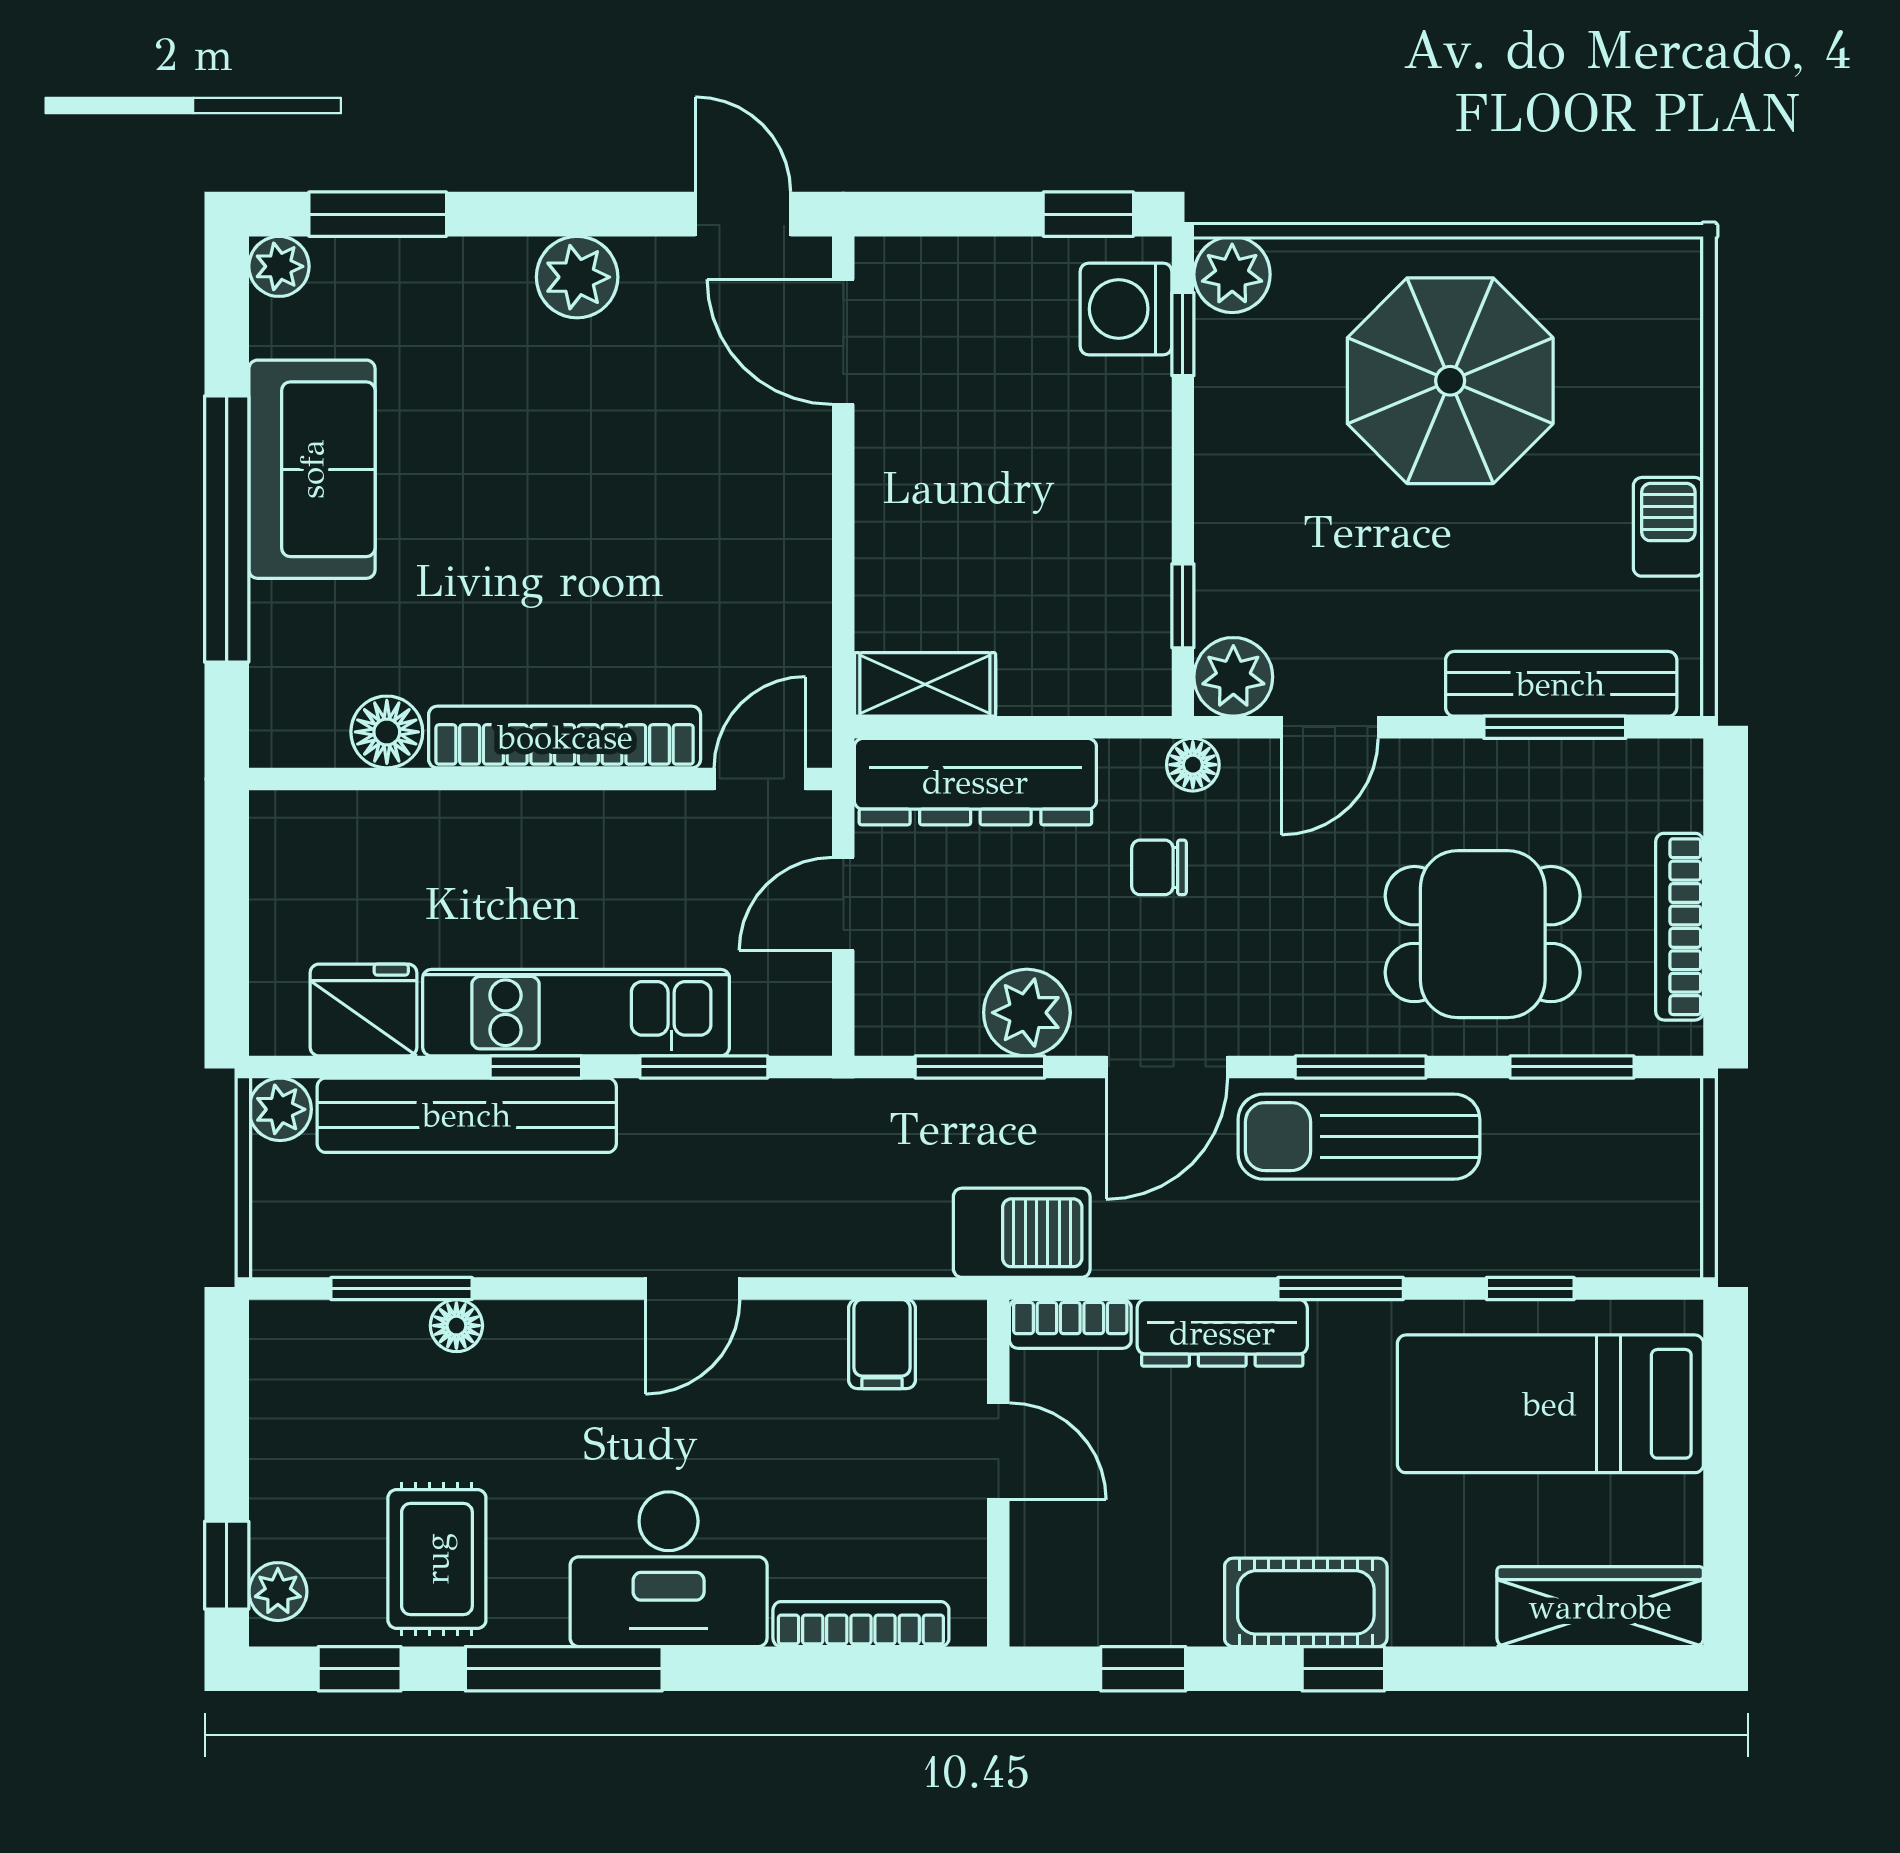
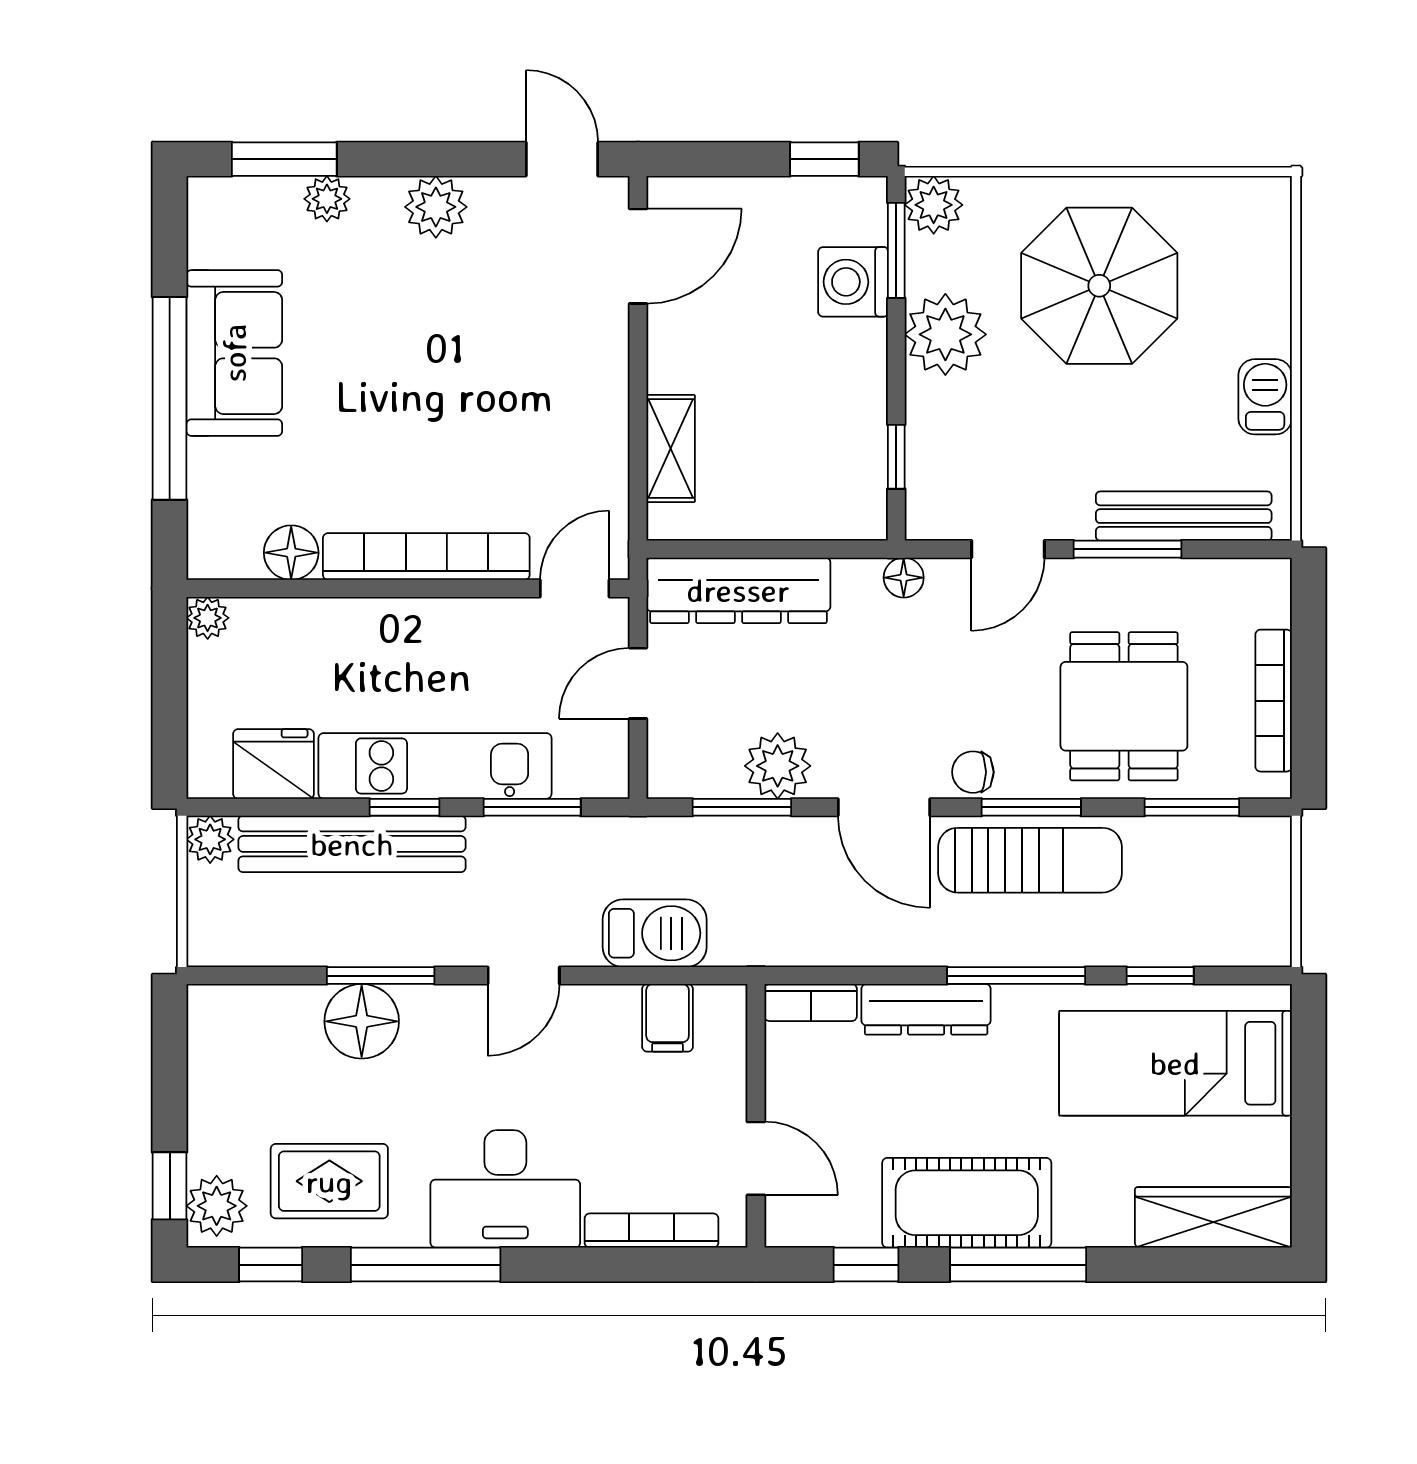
plant: (279, 266) -> (327, 199), moved
washing machine: (1126, 309) -> (853, 282), moved
window: (1183, 334) -> (896, 250), width x1.50
door: (843, 342) -> (638, 256), swing flipped
plant: (1233, 677) -> (945, 334), moved, width x1.36, depth x1.36
shelving: (925, 684) -> (671, 449), moved, turned 90
window: (1555, 727) -> (1128, 549), moved
plant: (277, 818) -> (208, 618), added
chair: (1159, 867) -> (973, 772), moved
dining table: (1483, 934) -> (1124, 706), turned 90
door: (1167, 1067) -> (884, 807), hinge flipped
sun lounger: (1359, 1137) -> (1030, 860), turned 180
barbecue: (1022, 1233) -> (655, 933), moved
window: (401, 1288) -> (381, 976), moved
window: (1341, 1288) -> (1016, 976), width x1.44
floor lamp: (456, 1326) -> (362, 1021), width x1.89, depth x1.89
door: (998, 1451) -> (756, 1158), moved
rug: (437, 1559) -> (329, 1181), turned 90
plant: (278, 1592) -> (217, 1206), width x1.38, depth x1.38
cot: (1306, 1602) -> (967, 1203), width x1.37, depth x1.34
window: (1343, 1669) -> (1018, 1265), width x2.17

